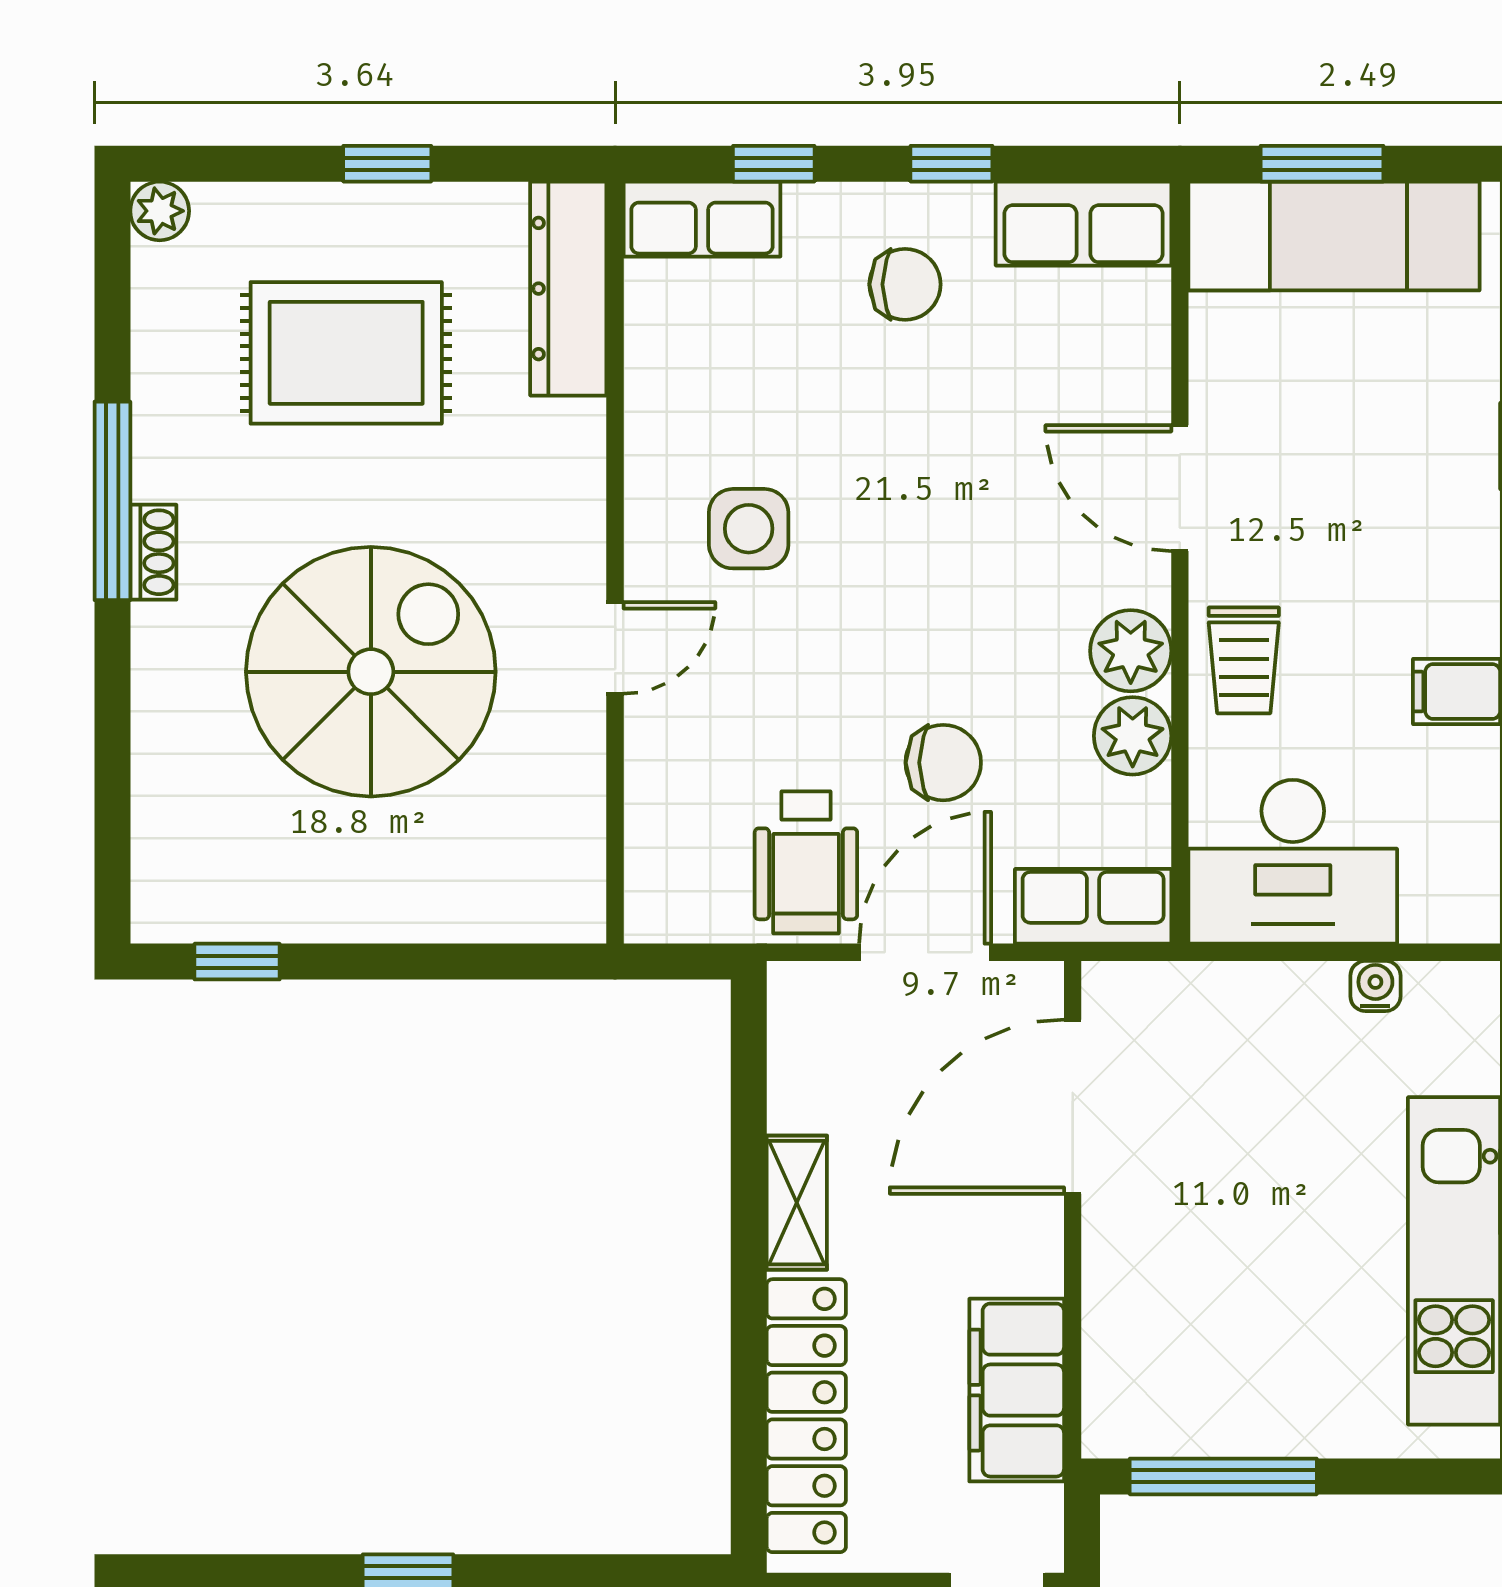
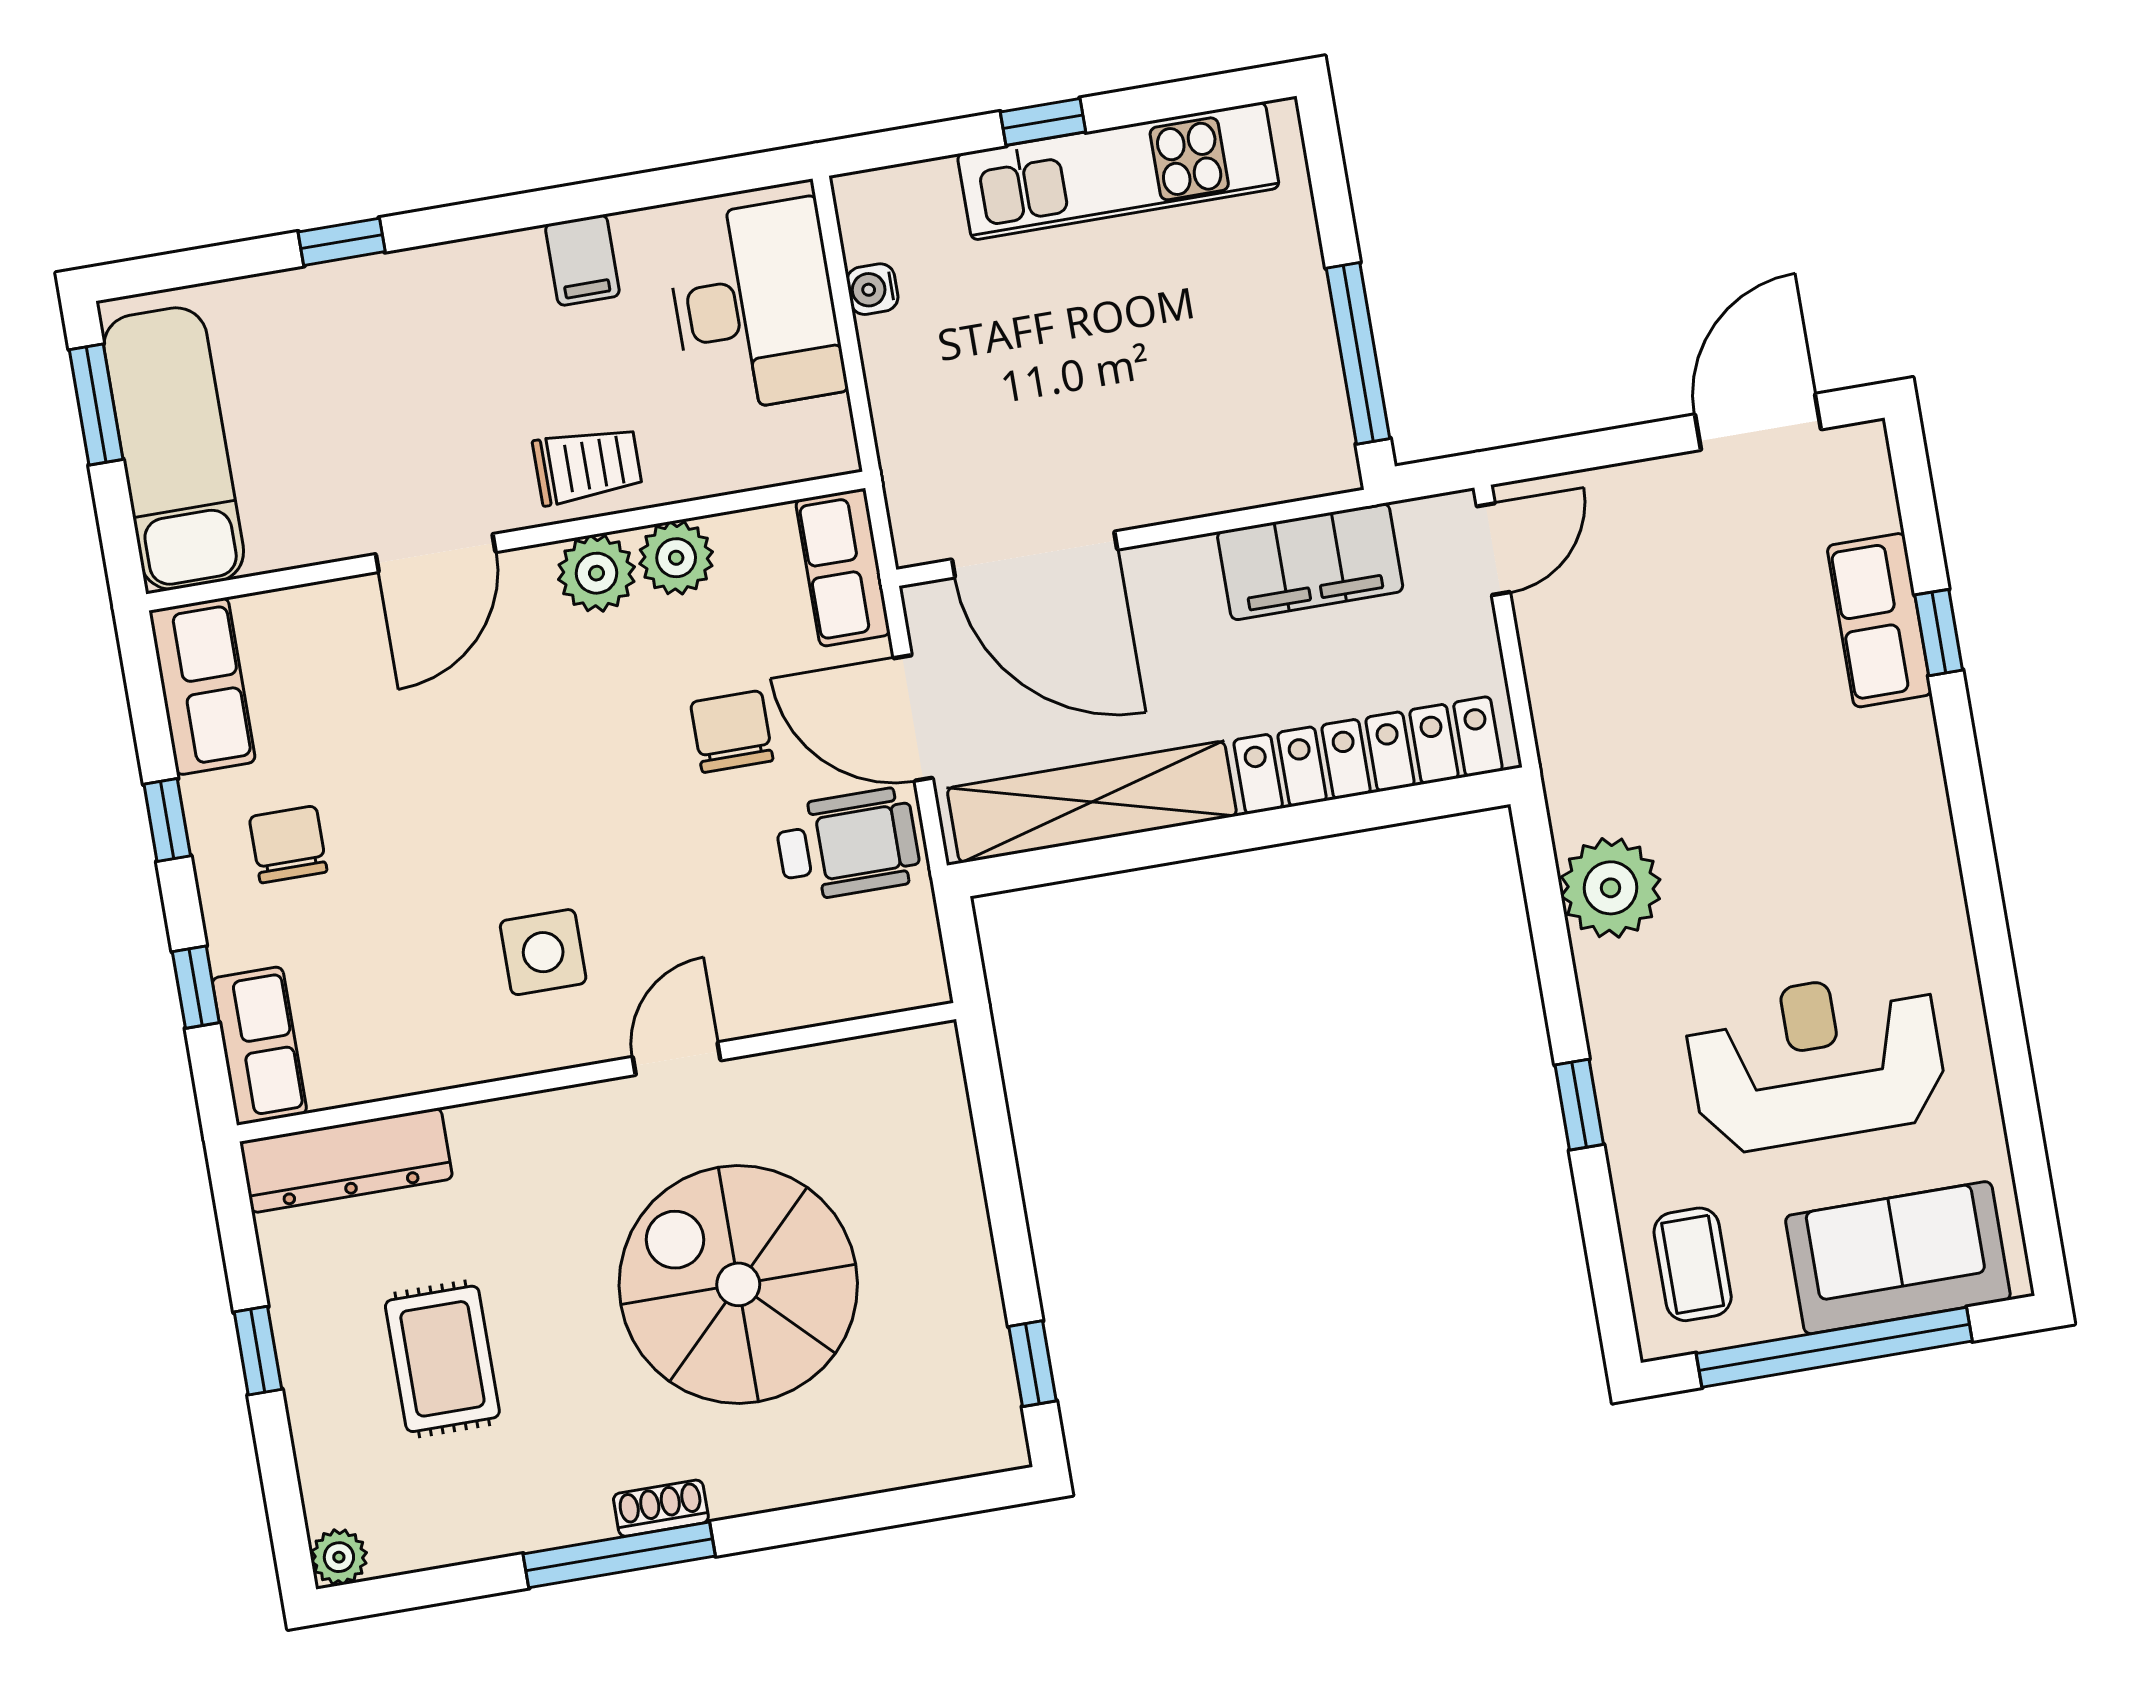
window: (1322, 164) -> (96, 404), moved
rug: (346, 353) -> (442, 1359), width x0.73, depth x0.70
door: (615, 648) -> (677, 1059), hinge flipped
desk: (1293, 862) -> (755, 306), moved
shelving: (797, 1203) -> (1092, 802), width x2.20, depth x1.33

